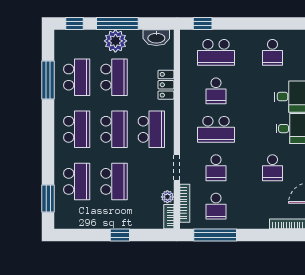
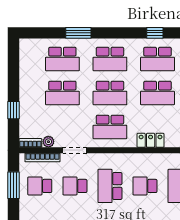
window: (48, 80) -> (155, 33), width x0.46
window: (48, 198) -> (78, 33), moved
window: (120, 235) -> (14, 110), moved
window: (215, 235) -> (14, 185), width x0.69

